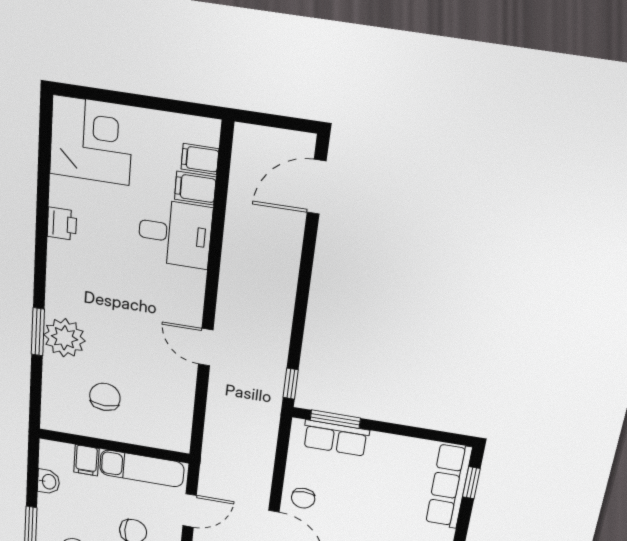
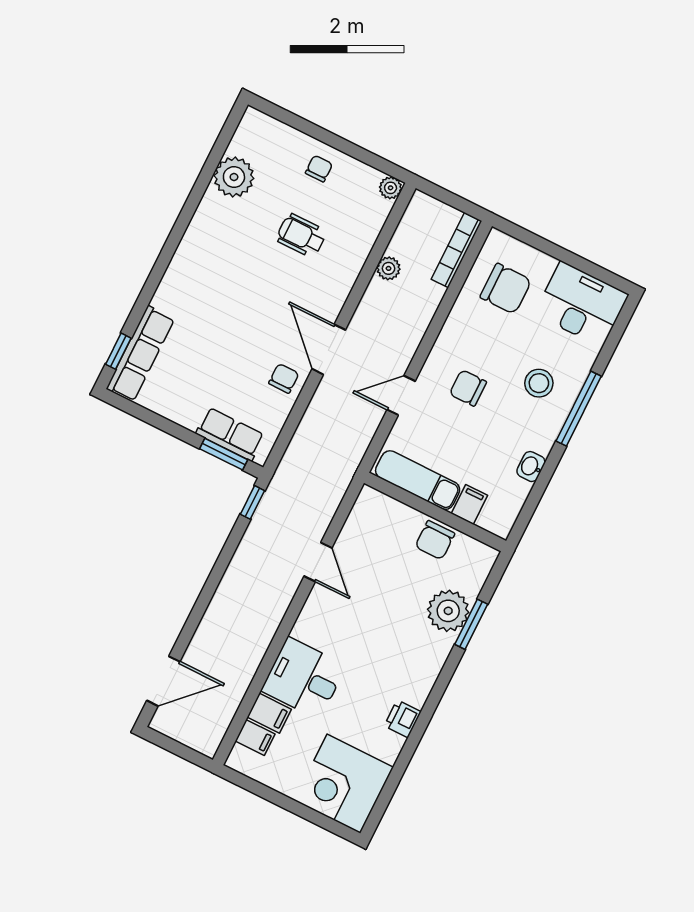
wall: (114, 446) -> (435, 512), moved
filing cabinet: (86, 460) -> (469, 504), moved
exam couch: (142, 468) -> (418, 480), moved

